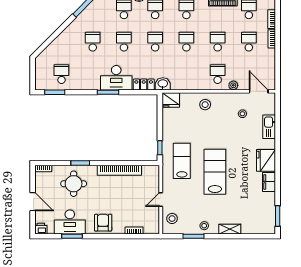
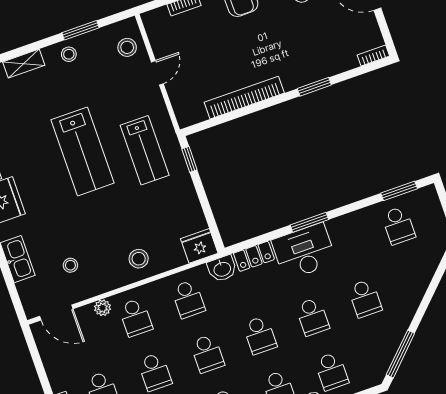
school desk: (186, 74) -> (188, 299), added
round table: (74, 184) -> (313, 48), removed

